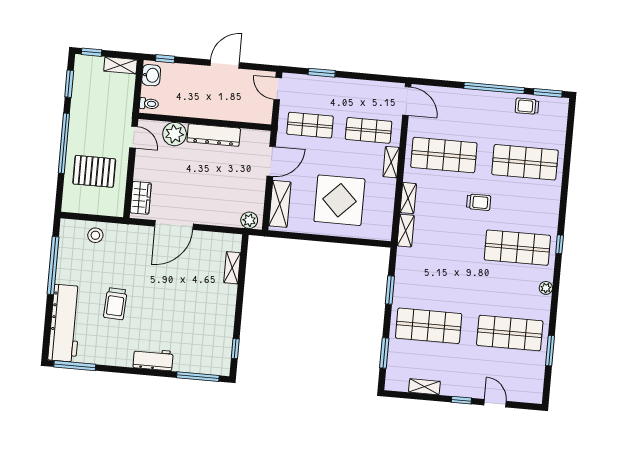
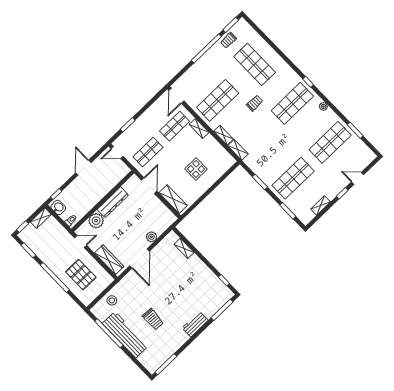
door: (407, 101) -> (176, 96), swing flipped
shop shelf: (525, 162) -> (255, 64), turned 90
pallet: (94, 171) -> (81, 275), turned 90
wardrobe: (141, 198) -> (109, 260), width x1.50
display table: (339, 200) -> (196, 169), width x0.54, depth x0.54
plant: (249, 220) -> (151, 237), moved
workbench: (65, 323) -> (125, 335), moved

